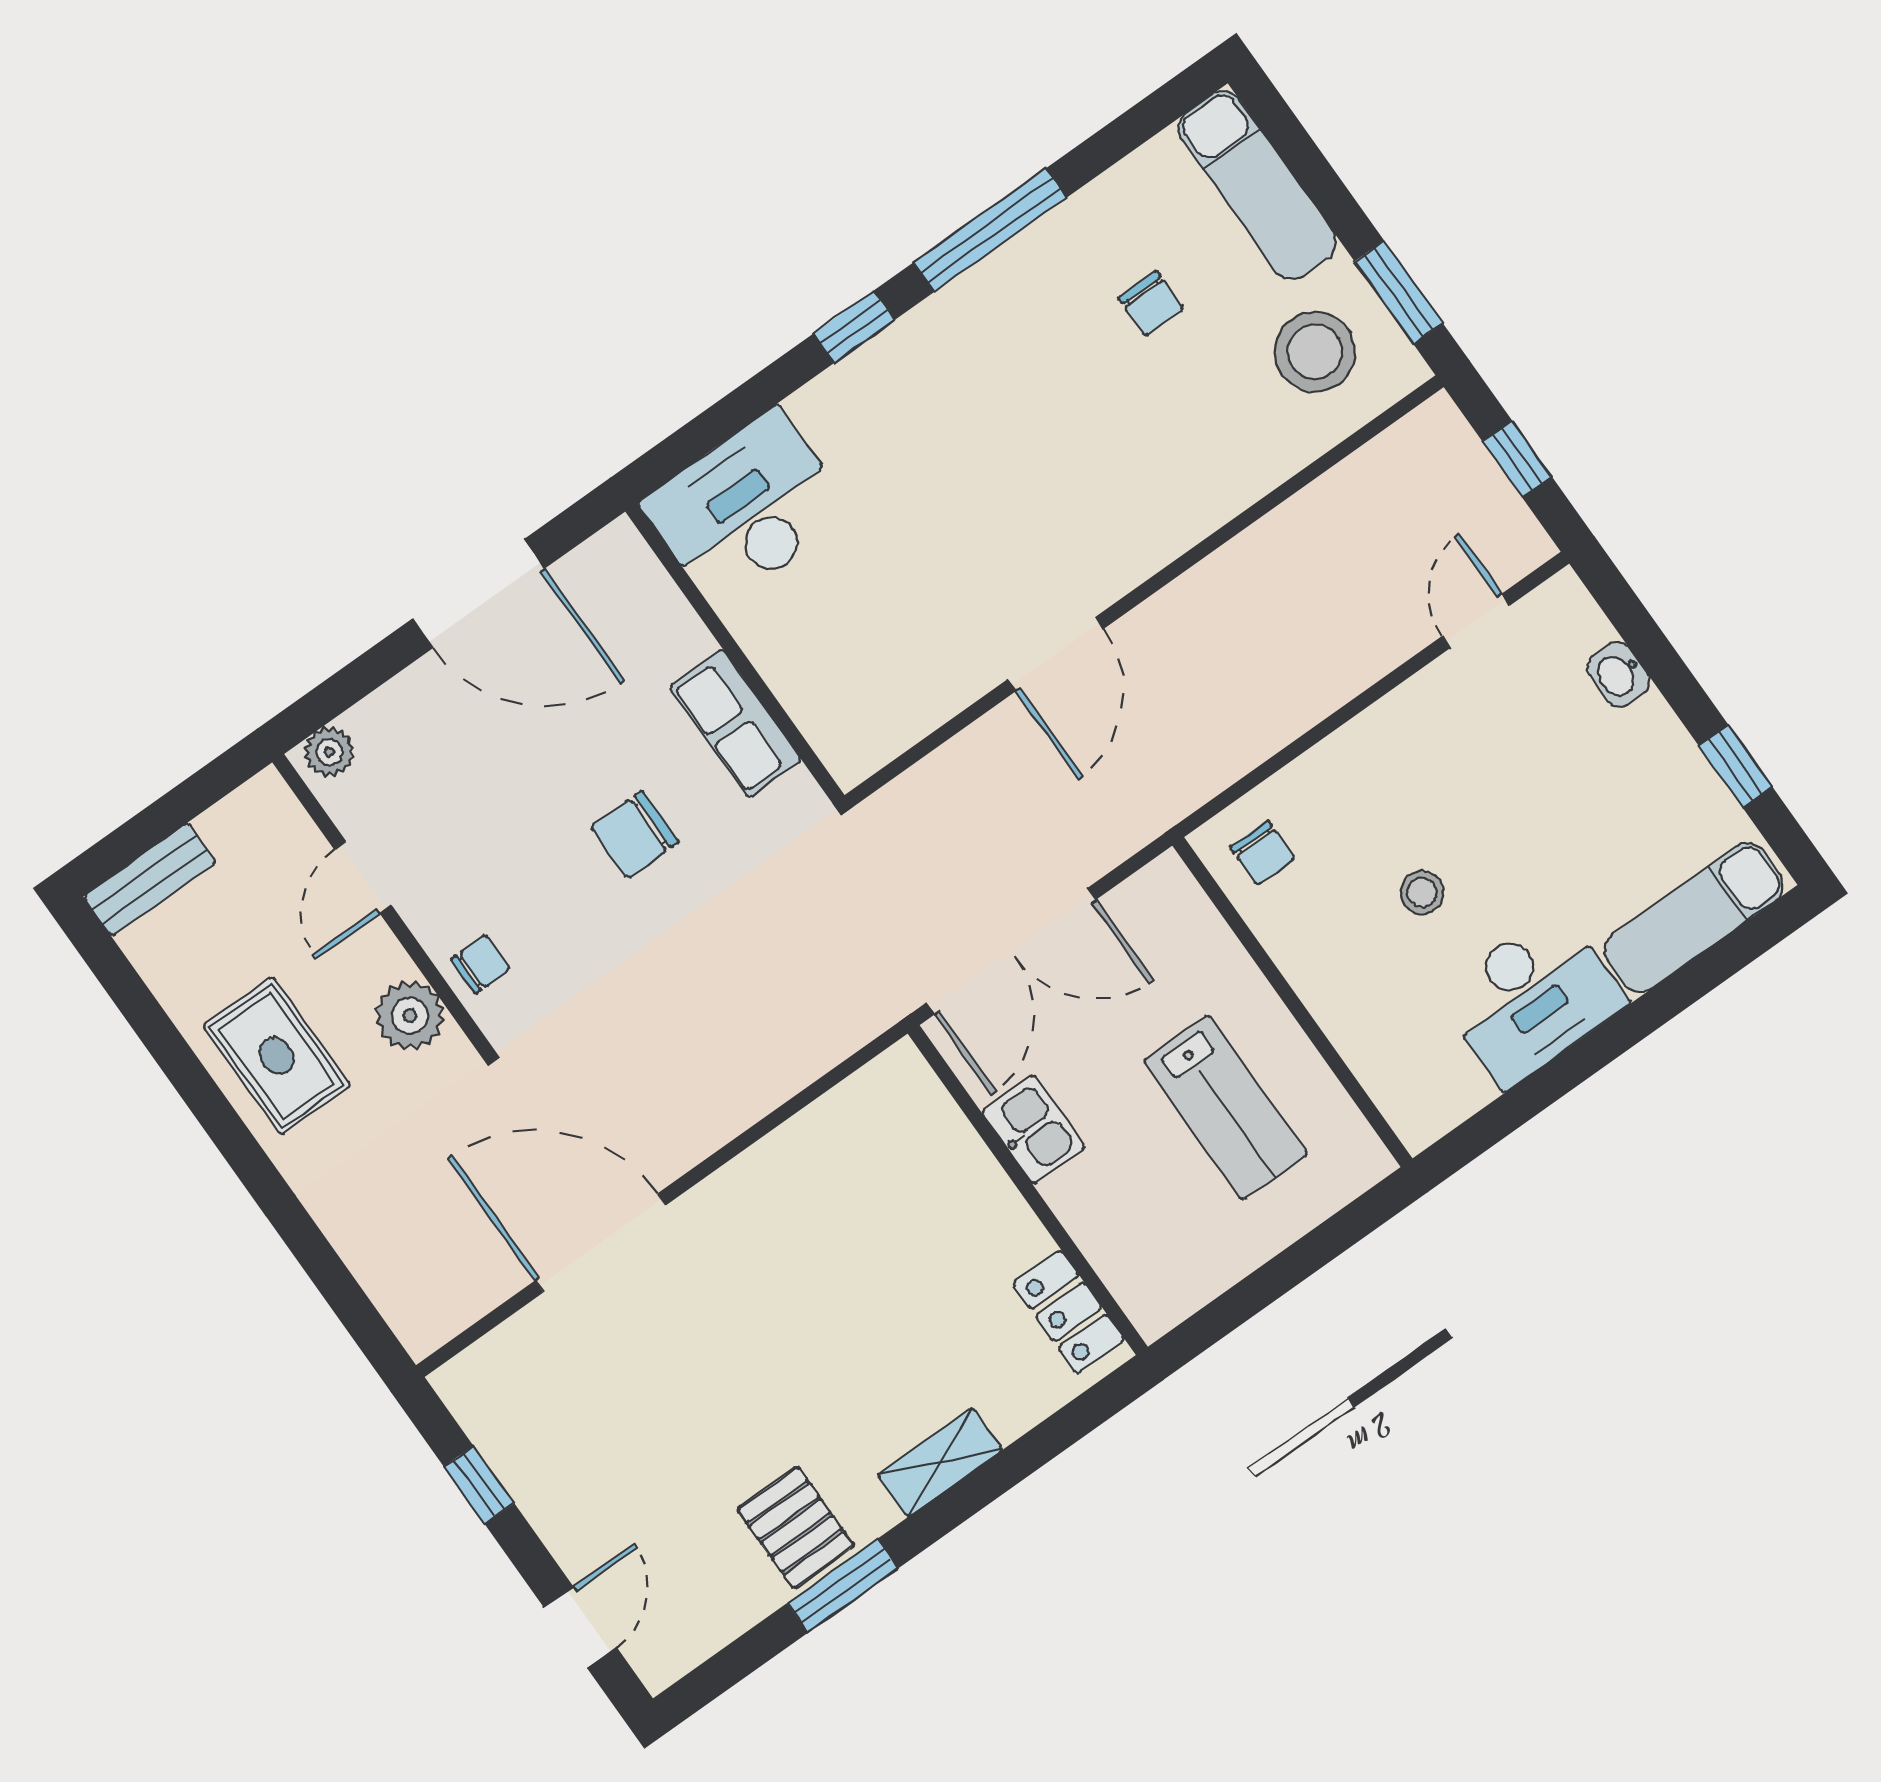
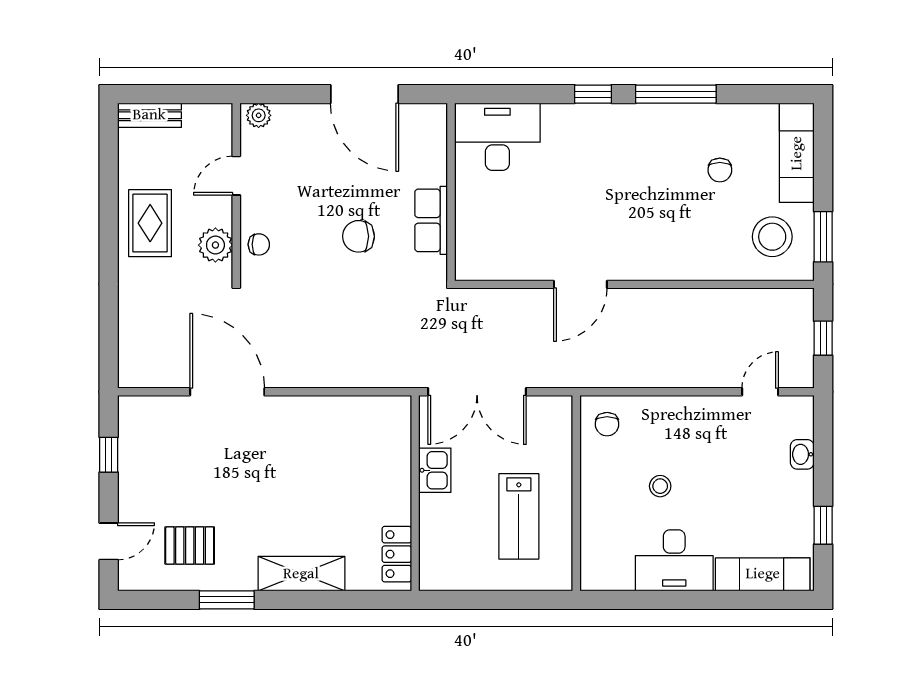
shelving: (940, 1462) -> (301, 574), width x1.50, depth x1.33
pallet: (796, 1528) -> (190, 546), moved, turned 90

